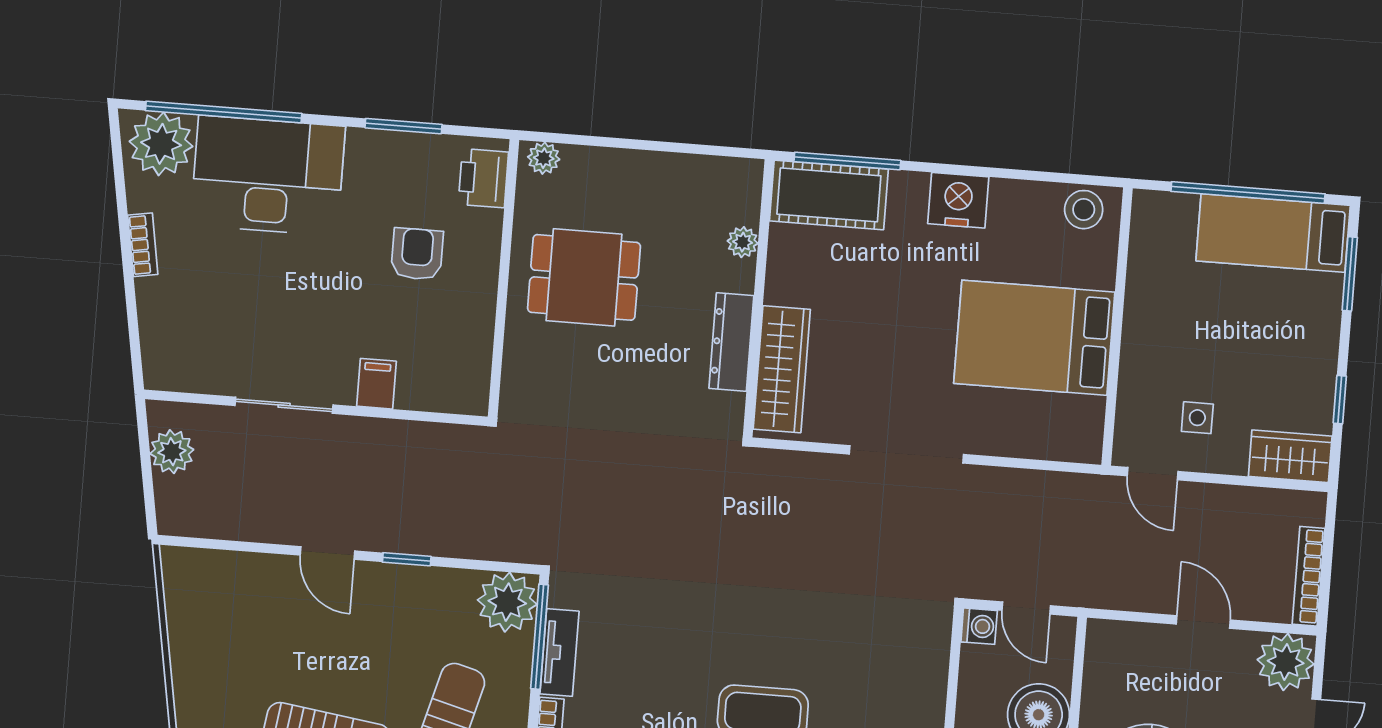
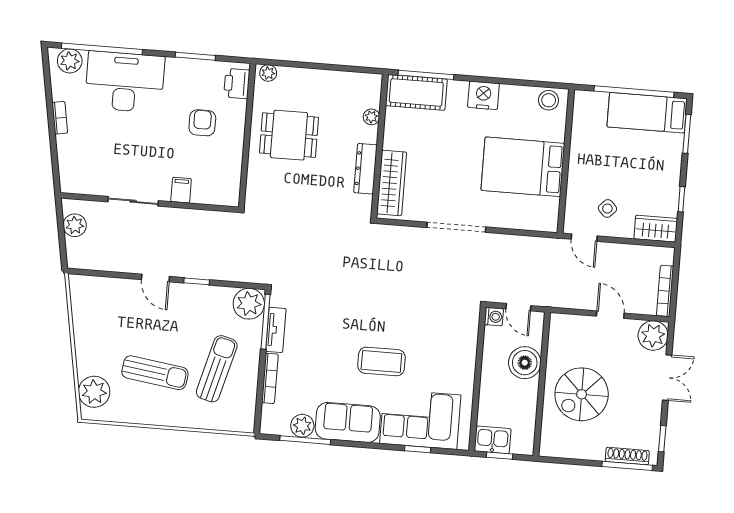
plant: (161, 144) -> (70, 61), width x0.73, depth x0.73
side table: (1197, 418) -> (607, 209), turned 45

